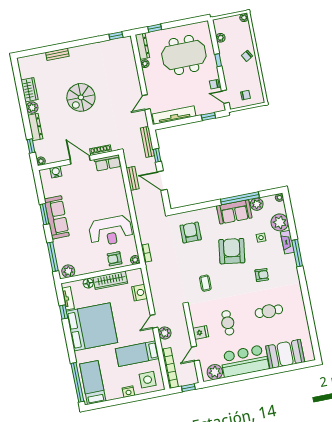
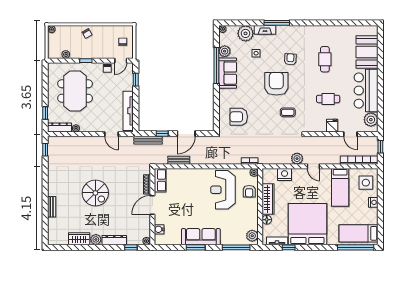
reception desk: (111, 231) -> (223, 190), turned 180
armchair: (232, 251) -> (276, 84), moved, turned 82
plant: (165, 333) -> (297, 159), moved

